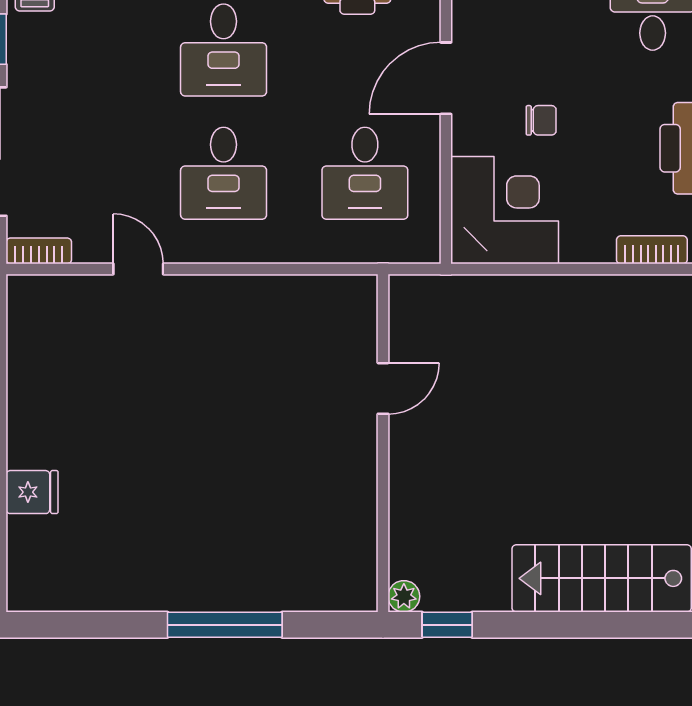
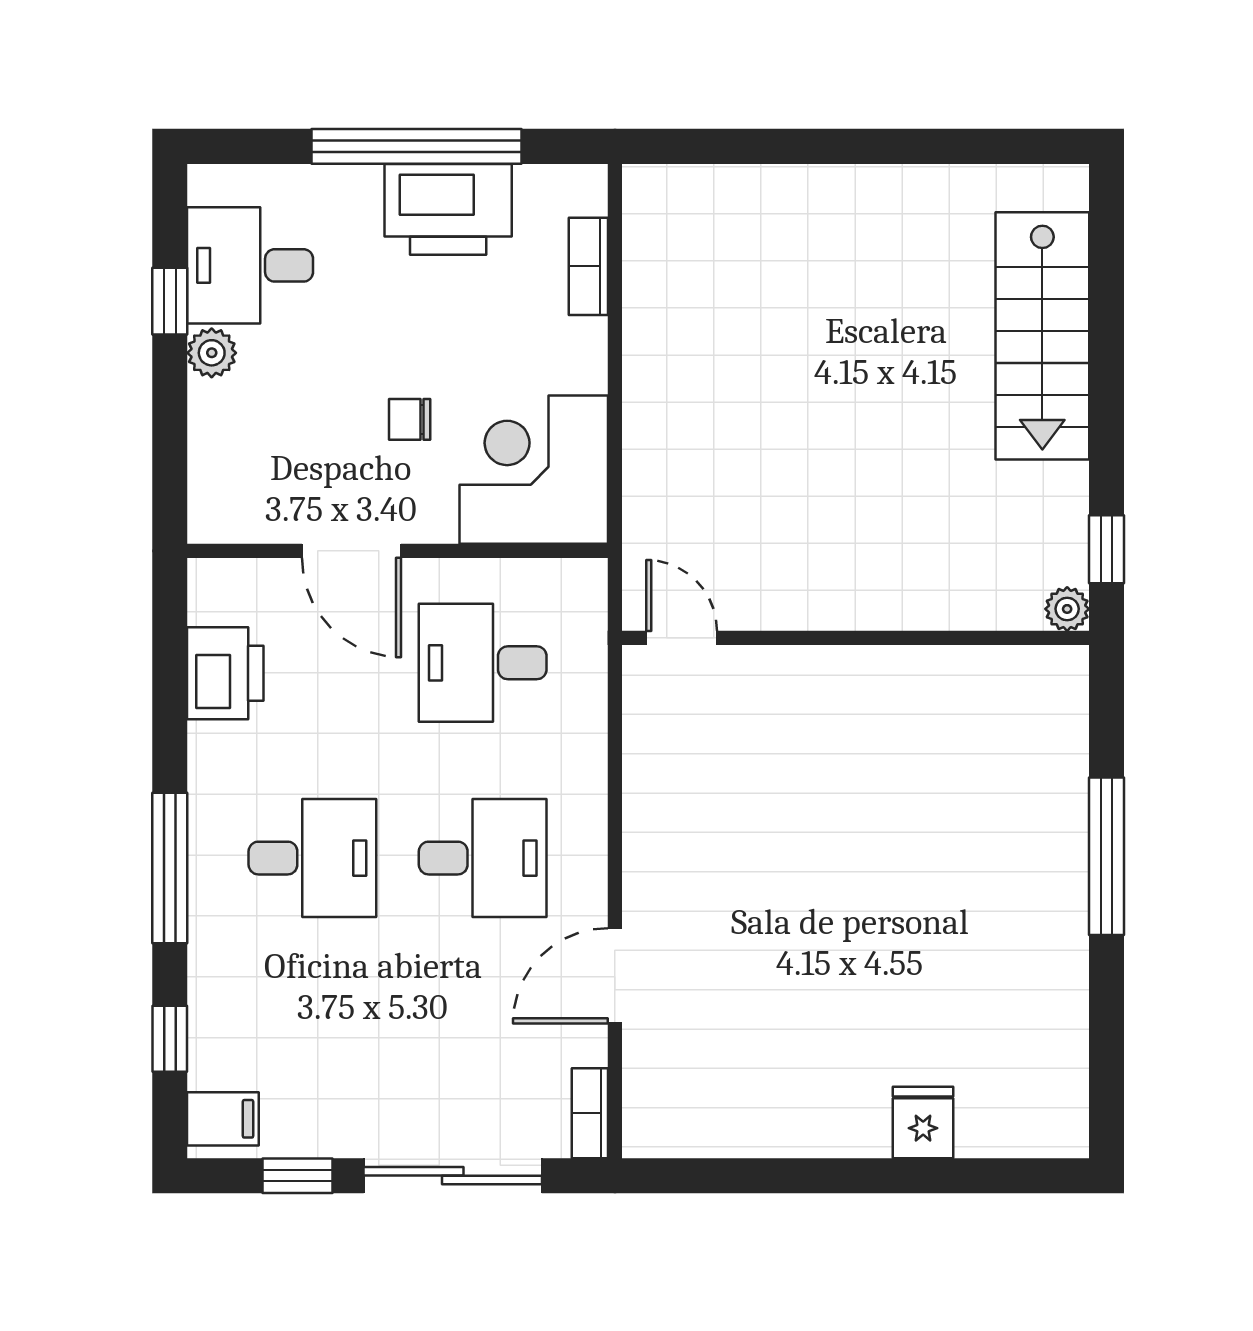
chair: (541, 120) -> (410, 419), turned -90
desk: (365, 173) -> (483, 663), turned 180
door: (138, 269) -> (615, 976), width x1.38
door: (383, 388) -> (682, 638), moved

